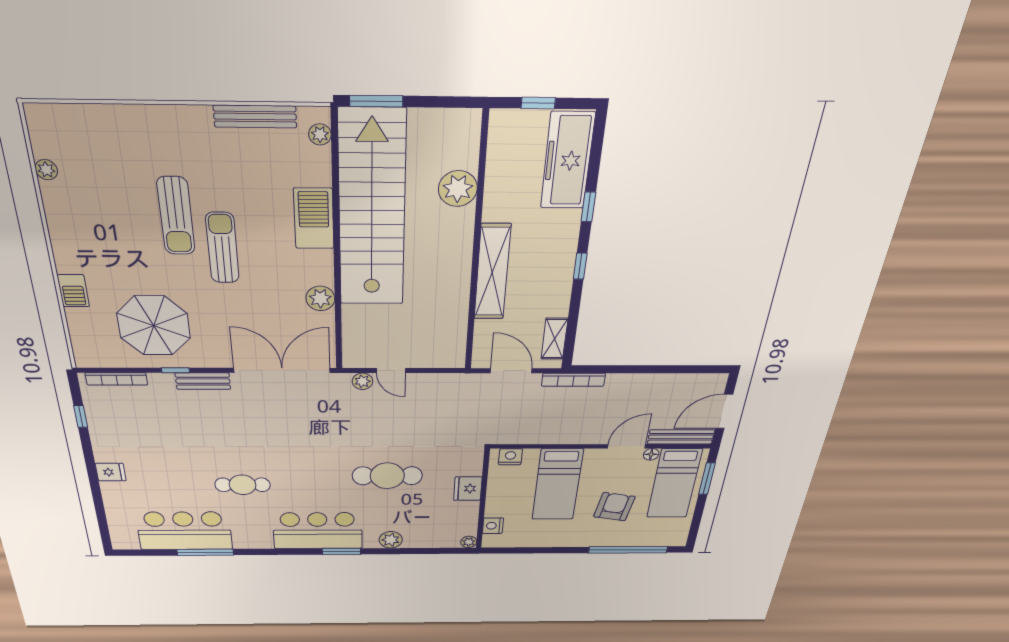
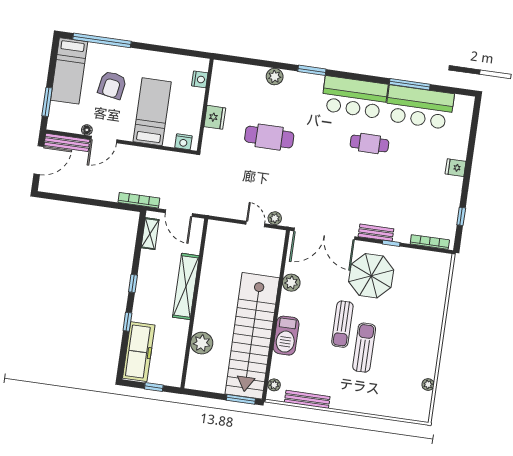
barbecue: (73, 291) -> (437, 308), removed
parasol: (154, 326) -> (371, 276), moved
bed: (674, 484) -> (69, 71), moved, turned 180
bar counter: (318, 531) -> (354, 97), moved
plant: (469, 542) -> (218, 66), removed

